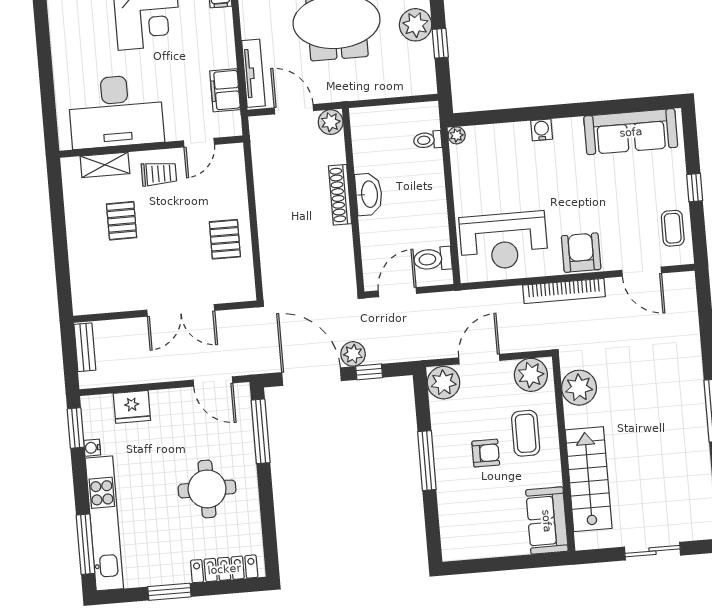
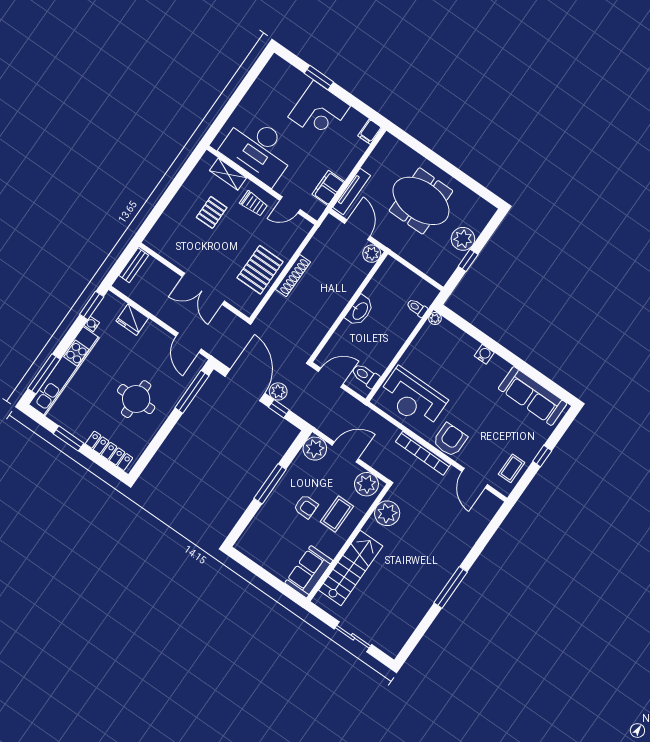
shoe rack: (340, 195) -> (293, 276), moved, turned 180
pallet: (225, 239) -> (260, 270), width x1.50, depth x1.42

